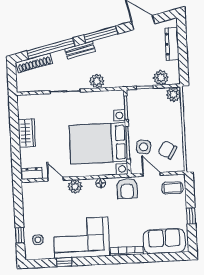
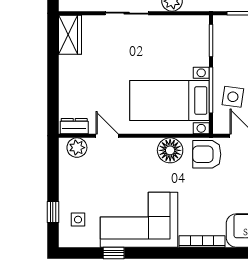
wardrobe: (27, 133) -> (70, 35), moved
bed with nightstands: (98, 143) -> (170, 101), width x0.73
floor lamp: (101, 183) -> (170, 150), width x1.89, depth x1.89
plant: (75, 187) -> (77, 148), moved
armchair: (127, 189) -> (207, 154), turned 90

